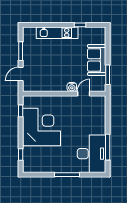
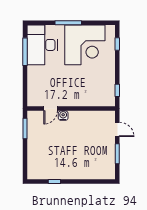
kitchen unit: (57, 33) -> (79, 173), removed
sofa: (97, 60) -> (37, 144), removed
door: (21, 74) -> (117, 129), hinge flipped
corner desk: (42, 127) -> (85, 45), moved, turned -90

